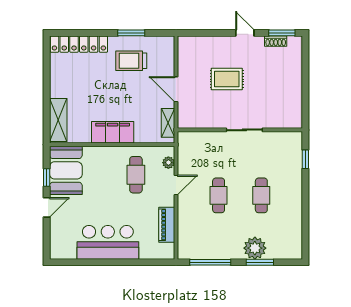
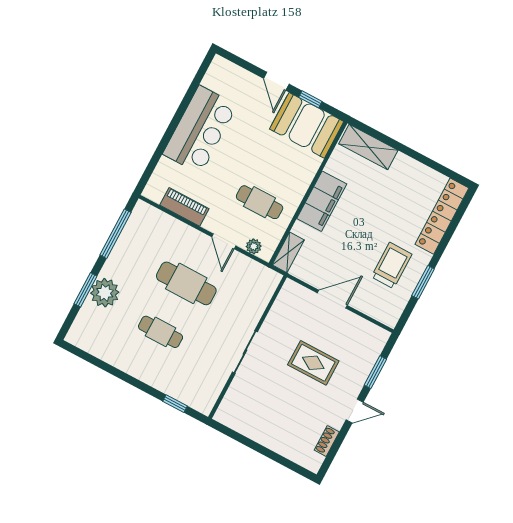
window: (282, 33) -> (375, 372), moved
rug: (227, 79) -> (313, 363), turned 90
shelving: (168, 123) -> (288, 252), moved, turned 90
cafe table: (219, 195) -> (186, 283), width x1.37, depth x1.35

